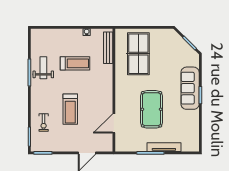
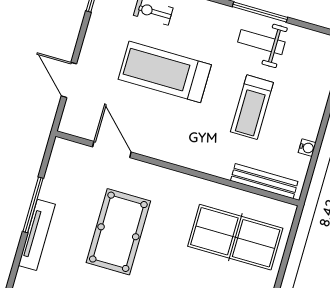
weight bench: (43, 68) -> (261, 42), turned 180
treadmill: (70, 109) -> (165, 72), width x1.37, depth x1.37
pool table: (152, 109) -> (118, 232), turned 90

